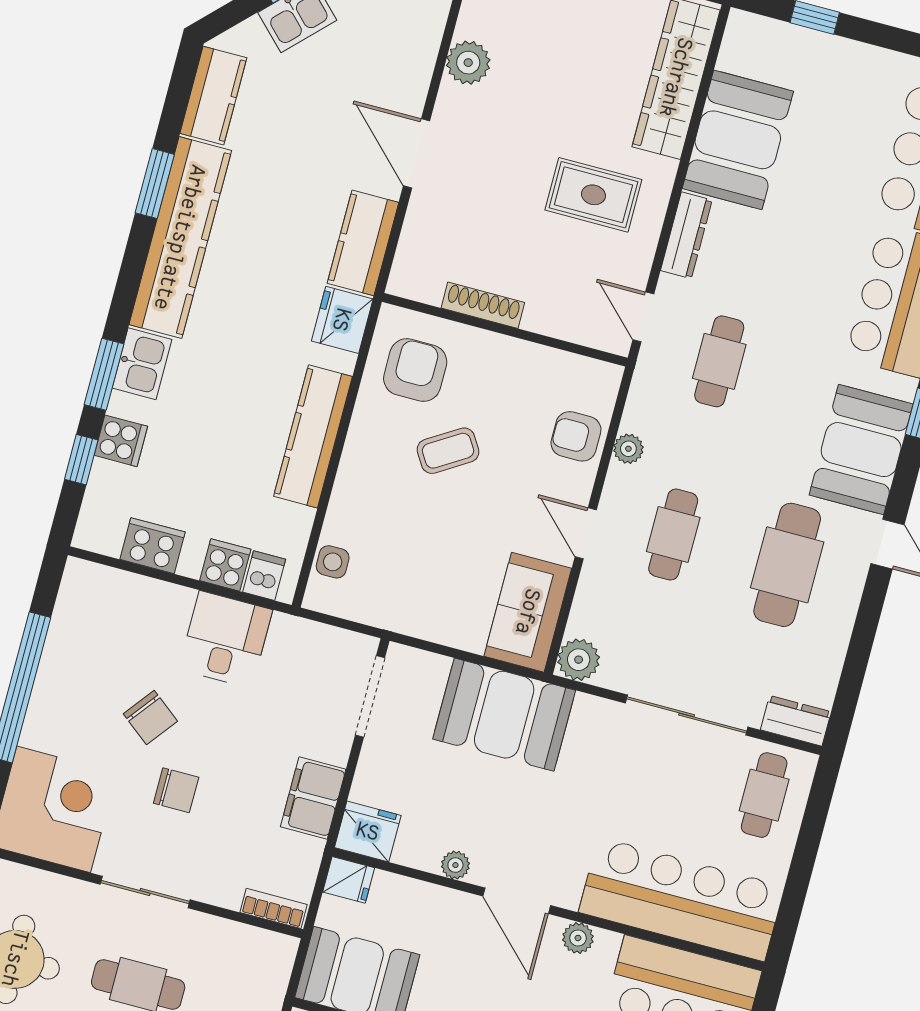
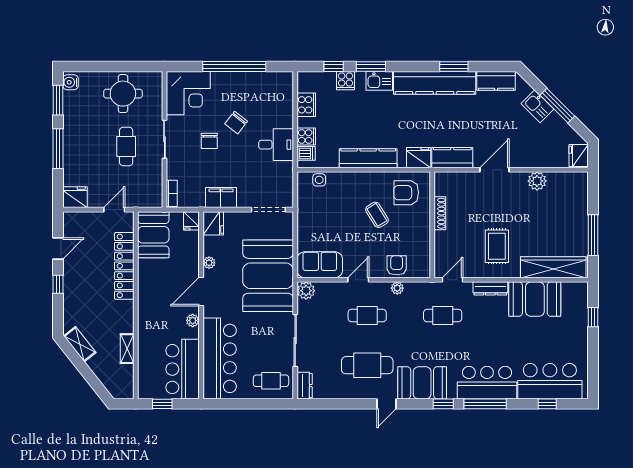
armchair: (415, 370) -> (406, 193), turned 180
booth: (504, 715) -> (268, 276), width x1.36, depth x1.42

